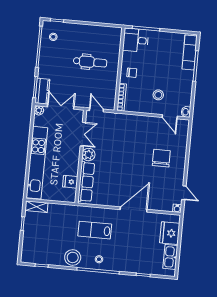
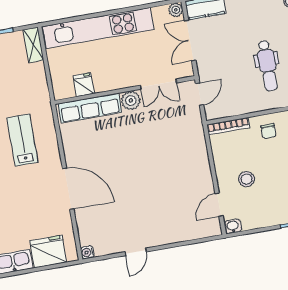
double door: (61, 107) -> (190, 40), swing flipped
chair: (161, 158) -> (155, 209), removed
door: (184, 193) -> (136, 252), moved

